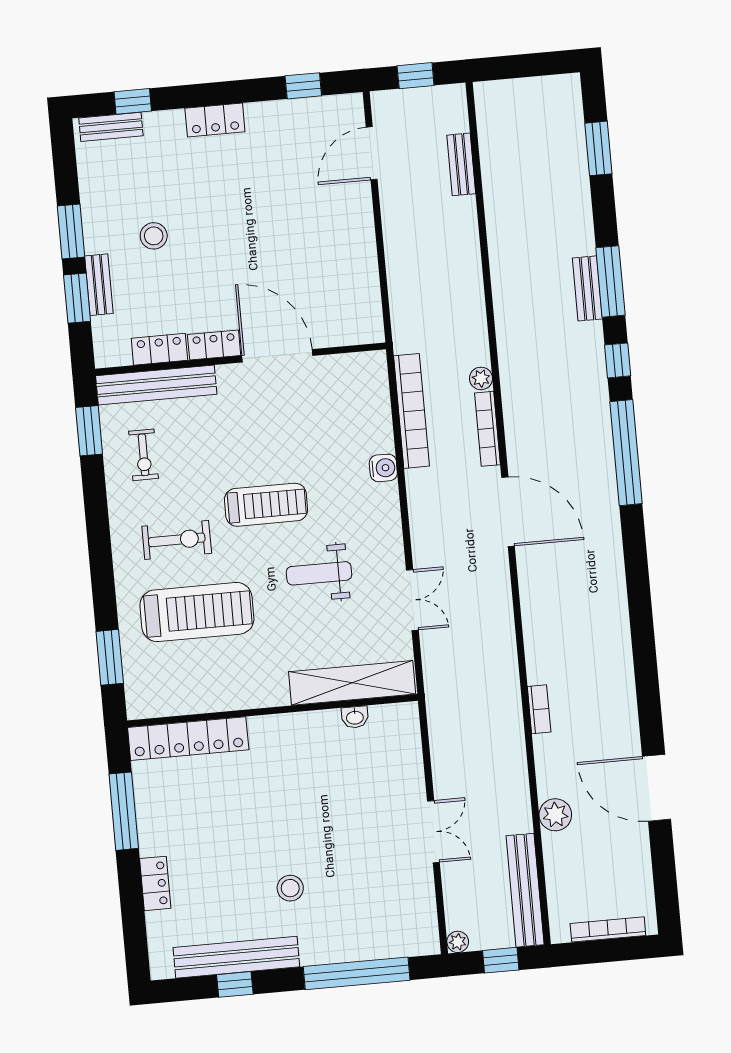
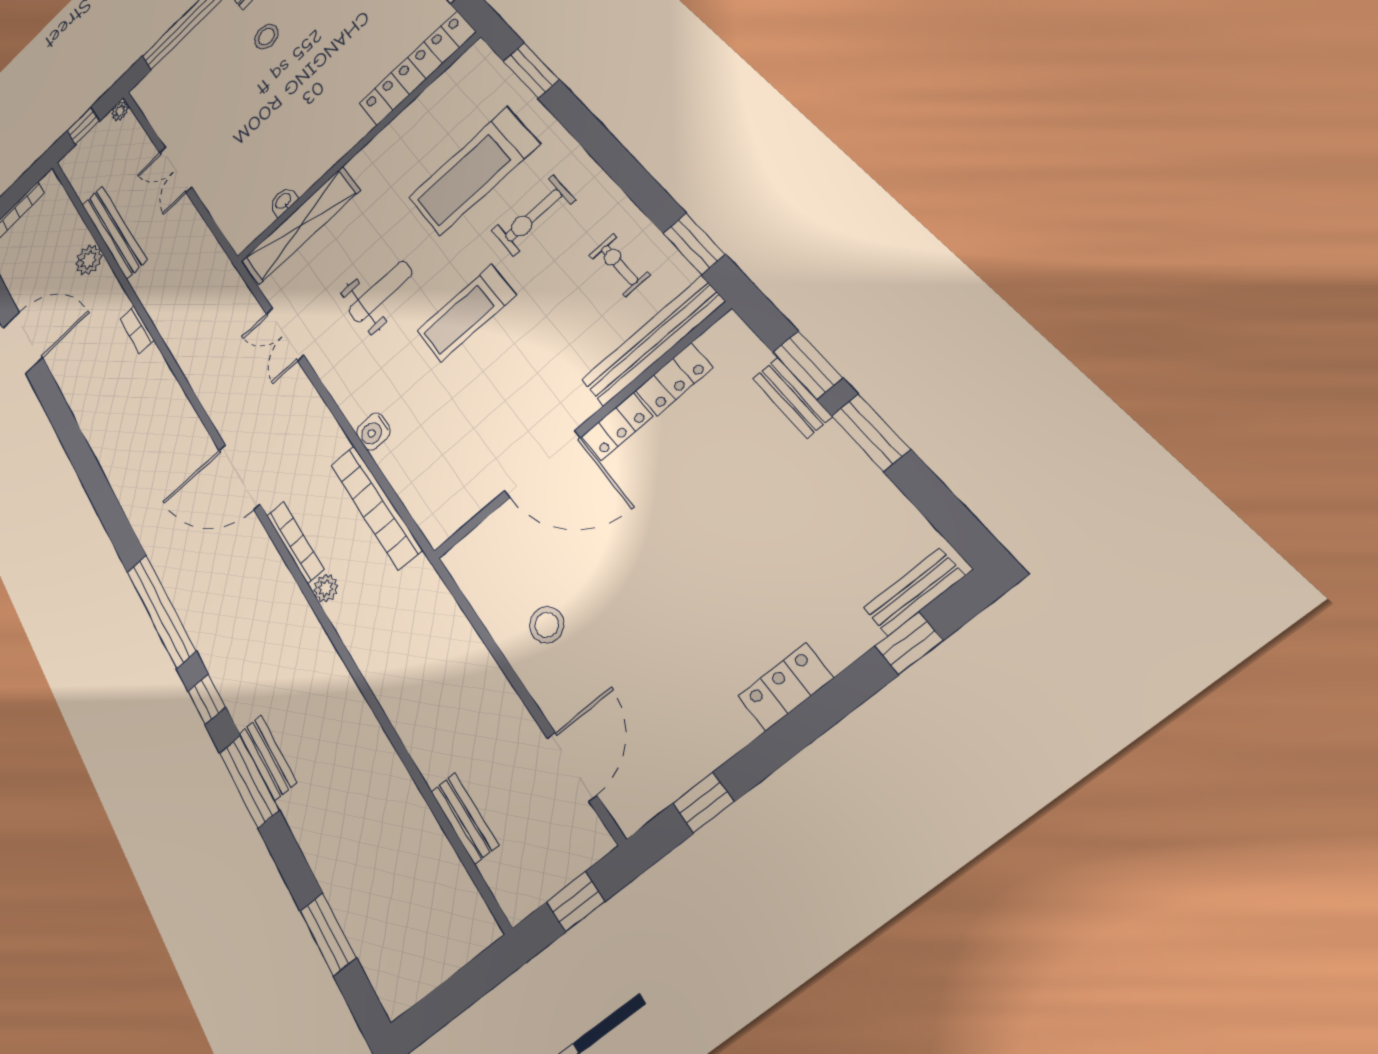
stool: (154, 236) -> (547, 625), moved
bench: (525, 890) -> (114, 232), moved

